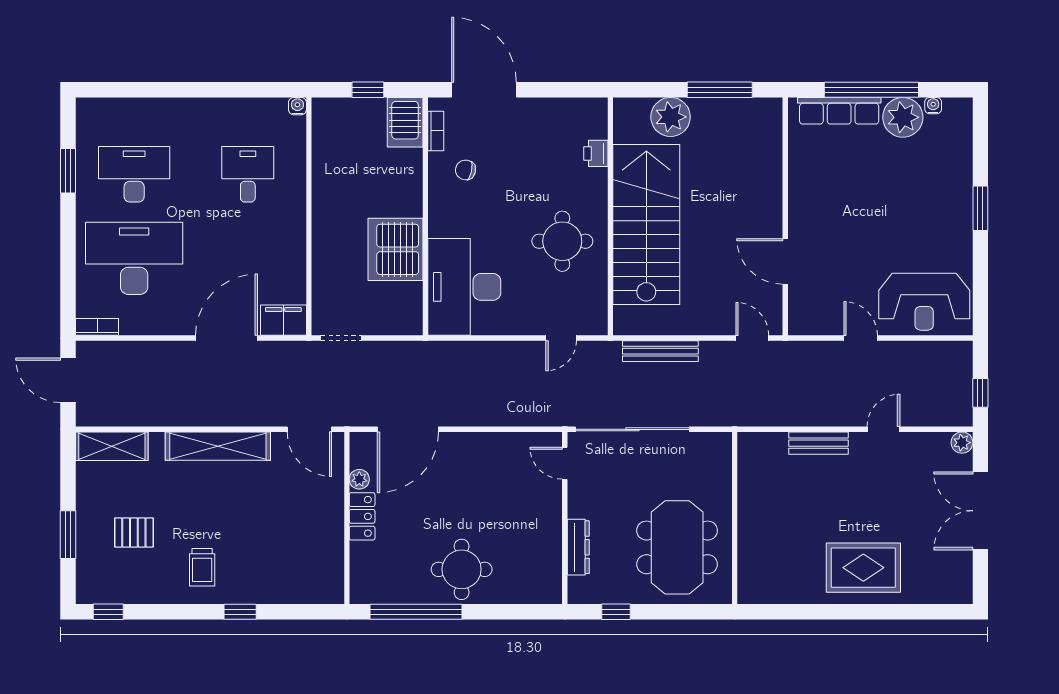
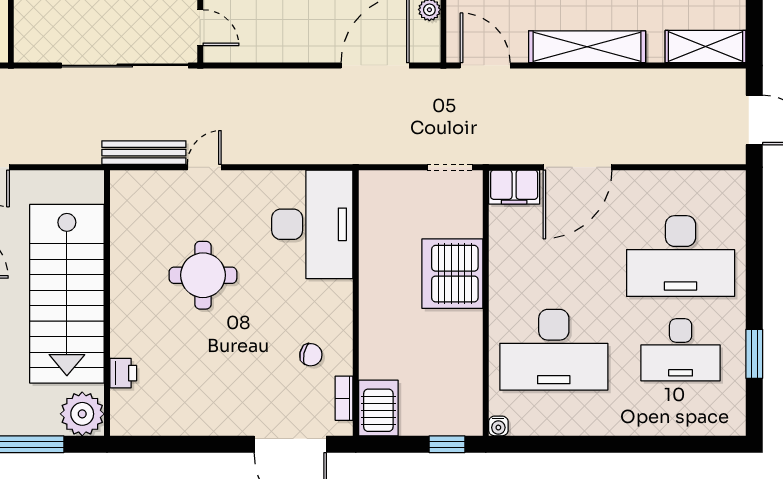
window: (368, 90) -> (447, 444), moved
printer: (596, 153) -> (123, 373), moved
desk: (248, 174) -> (554, 350), width x1.87, depth x1.30
wall: (610, 216) -> (107, 303), moved
stairs: (646, 225) -> (67, 294), moved
server rack: (396, 249) -> (452, 274), moved, turned 180
bookcase: (97, 327) -> (722, 180), removed
bench: (660, 351) -> (144, 153), moved

